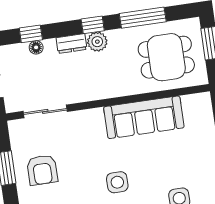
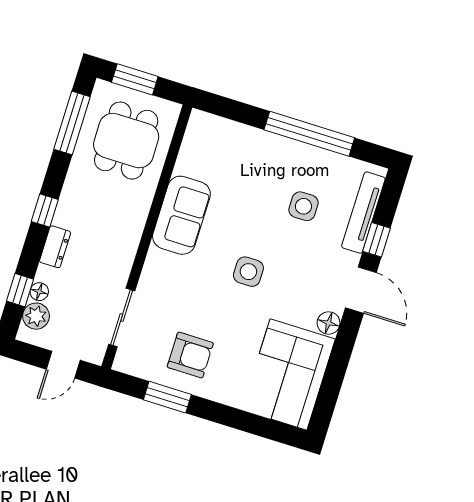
window: (143, 18) -> (72, 123), moved
plant: (97, 42) -> (36, 316), moved
sofa: (144, 117) -> (181, 215), width x0.73

